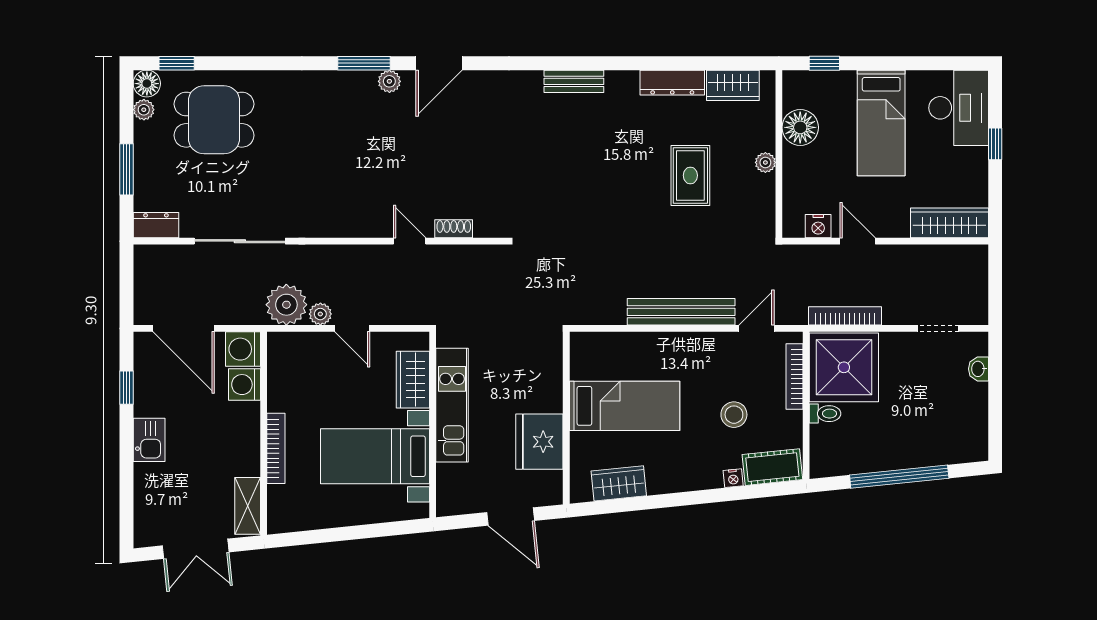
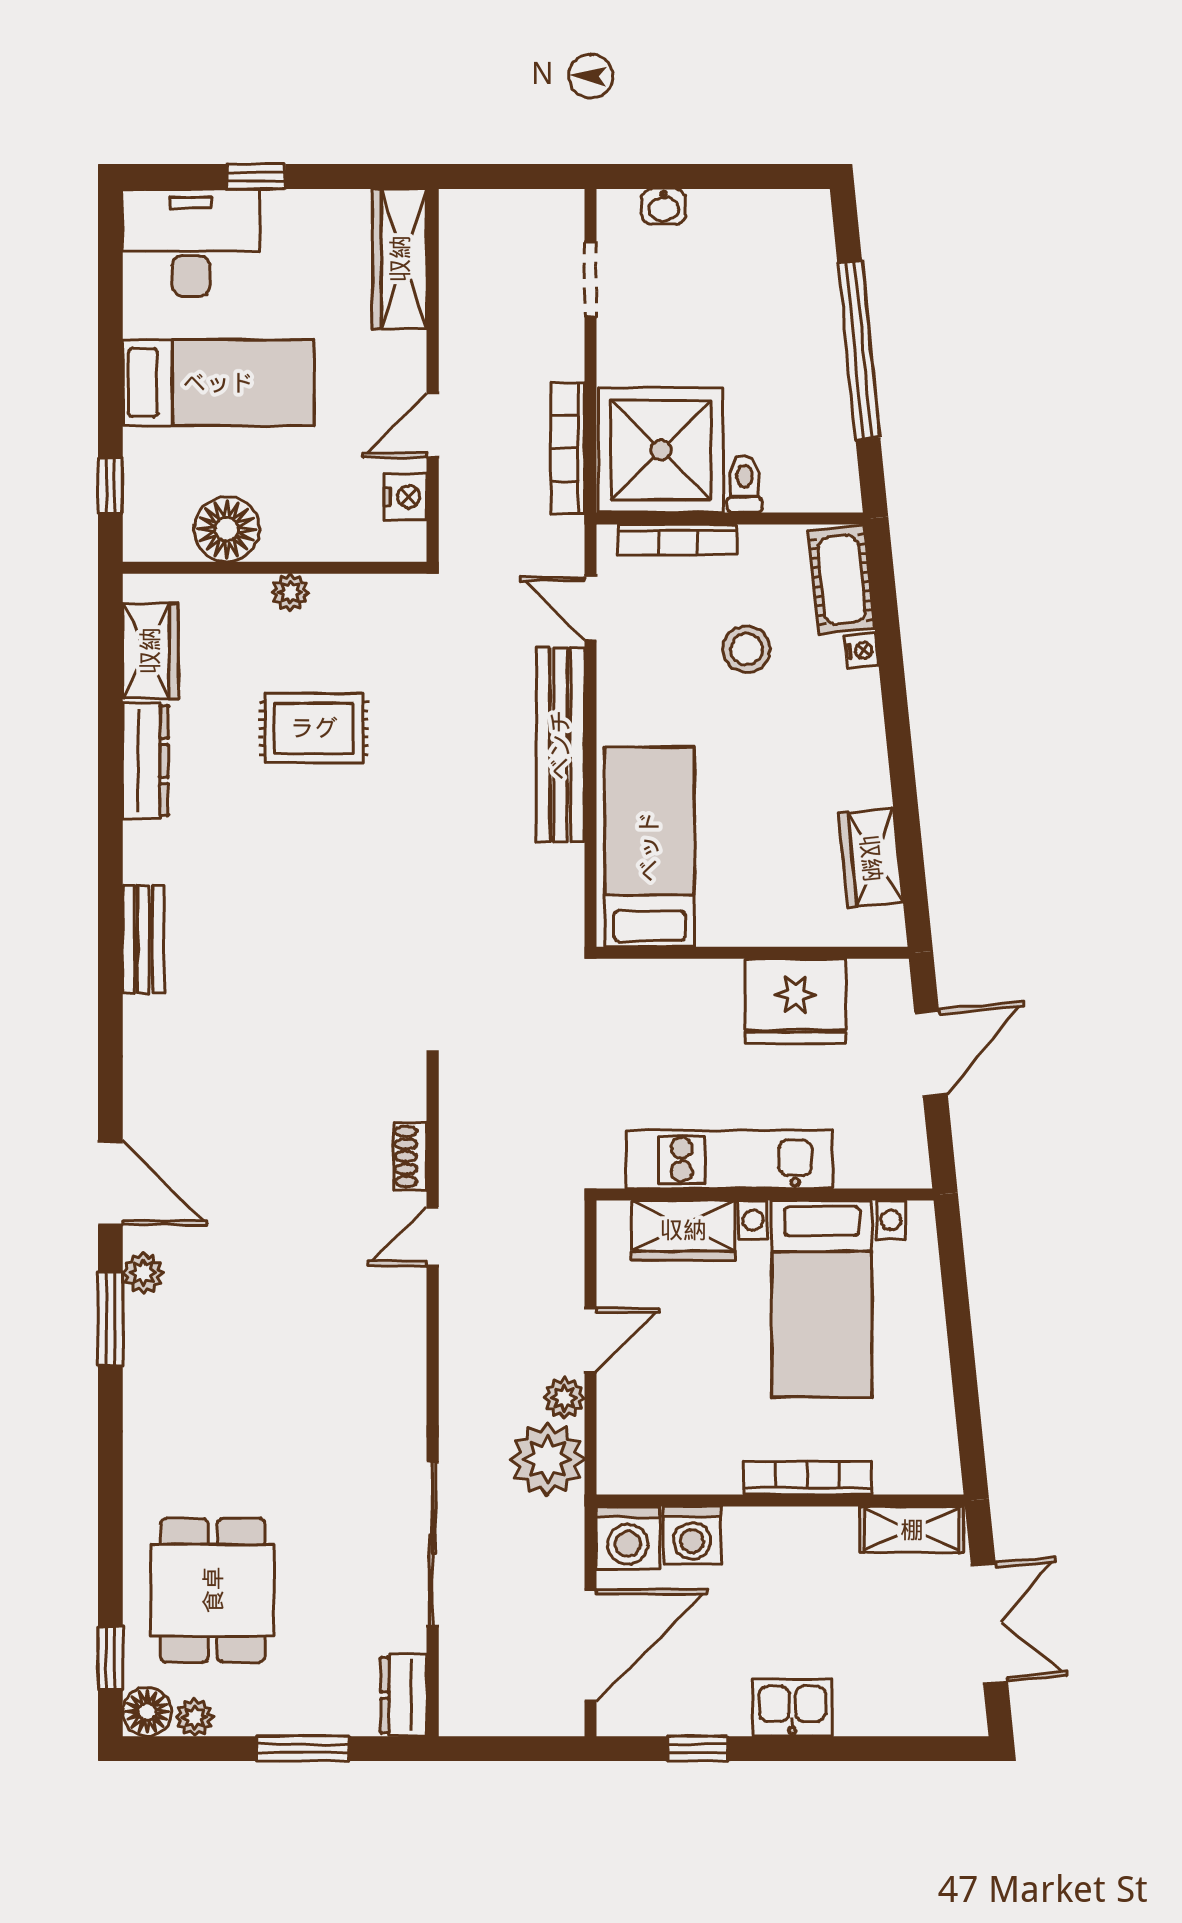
bed: (625, 406) -> (649, 847), moved

